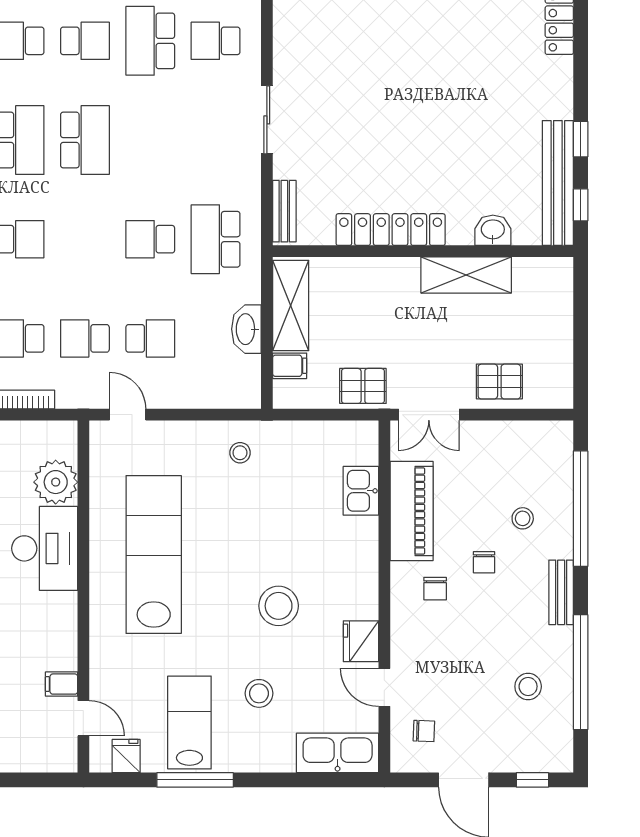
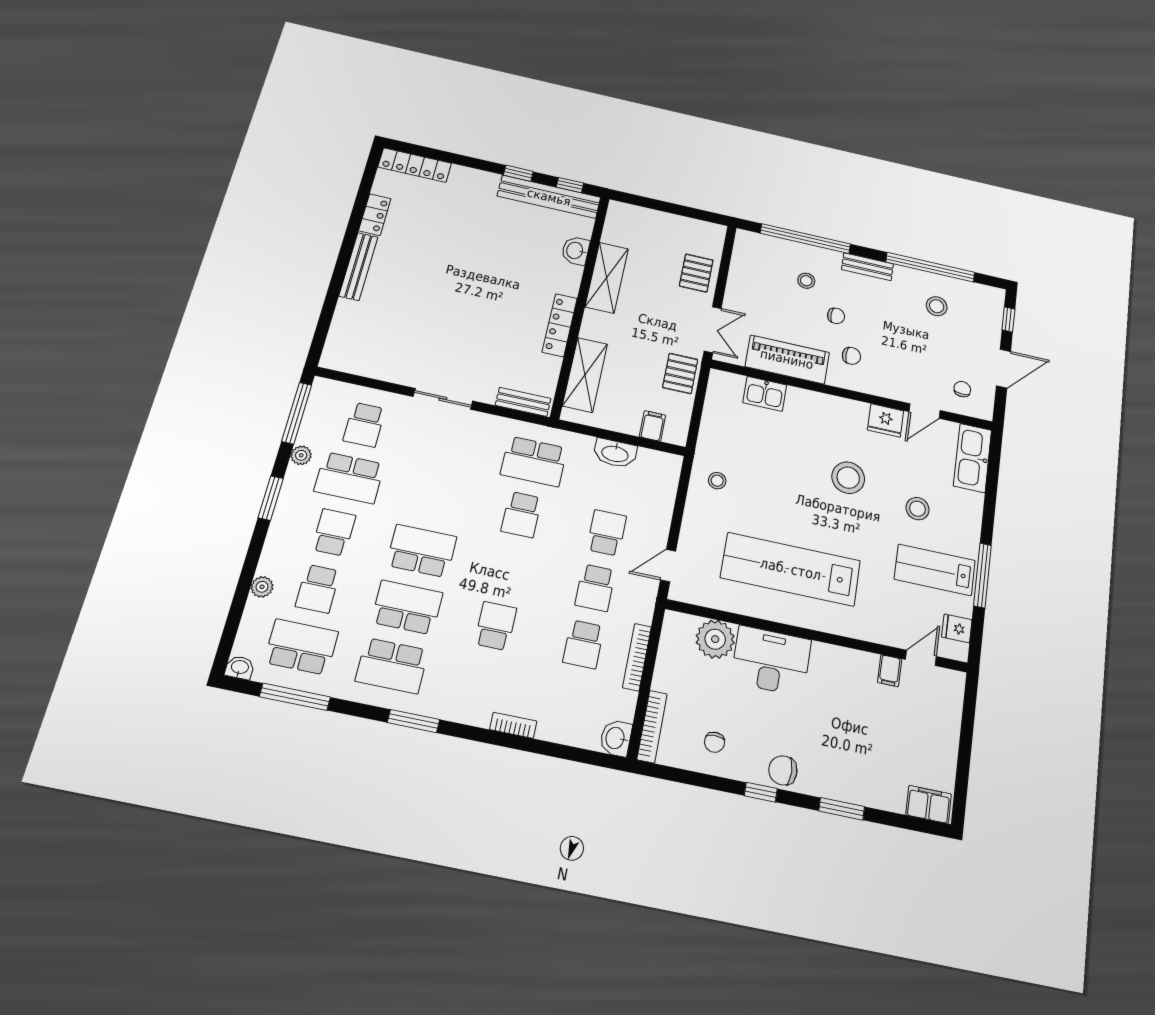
locker: (391, 230) -> (560, 325), width x0.71, depth x0.83
shelving: (291, 306) -> (585, 375), moved, turned 90

